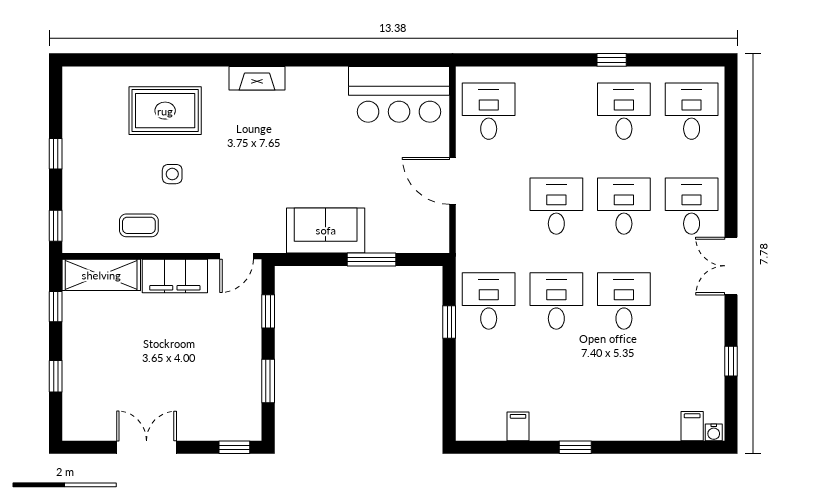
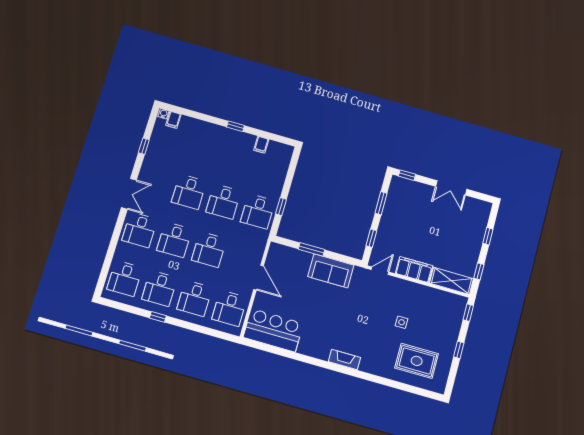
rug: (165, 111) -> (417, 361), moved
desk: (556, 111) -> (195, 298), added
coffee table: (139, 225) -> (426, 301), removed

